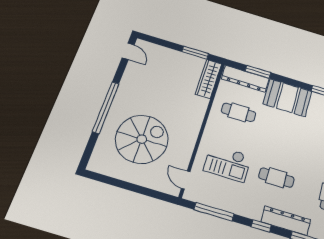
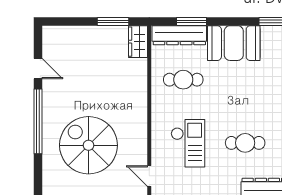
door: (128, 51) -> (38, 69), moved
wardrobe: (209, 79) -> (138, 42), width x0.67
spiral stairs: (142, 139) -> (88, 145), turned -90
checkout: (227, 163) -> (188, 143), turned -90

